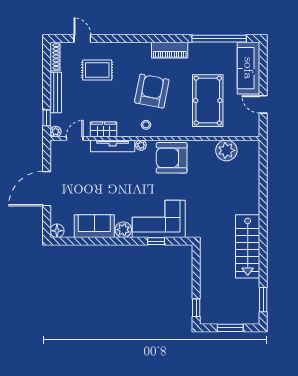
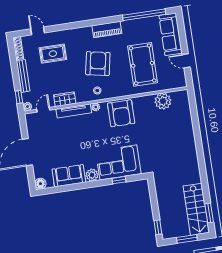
armchair: (172, 158) -> (121, 113), turned -90
stairs: (248, 246) -> (196, 209), moved

